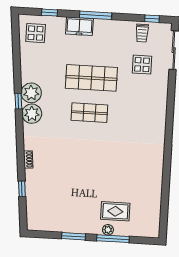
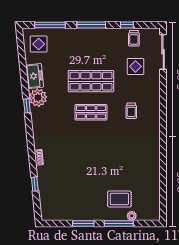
window: (50, 13) -> (50, 25), width x2.17
window: (152, 19) -> (127, 25), moved
freezer: (79, 26) -> (35, 76), moved, turned -96
plant: (32, 114) -> (40, 116), removed
trolley: (134, 114) -> (131, 111), added
plant: (108, 230) -> (132, 216), moved

